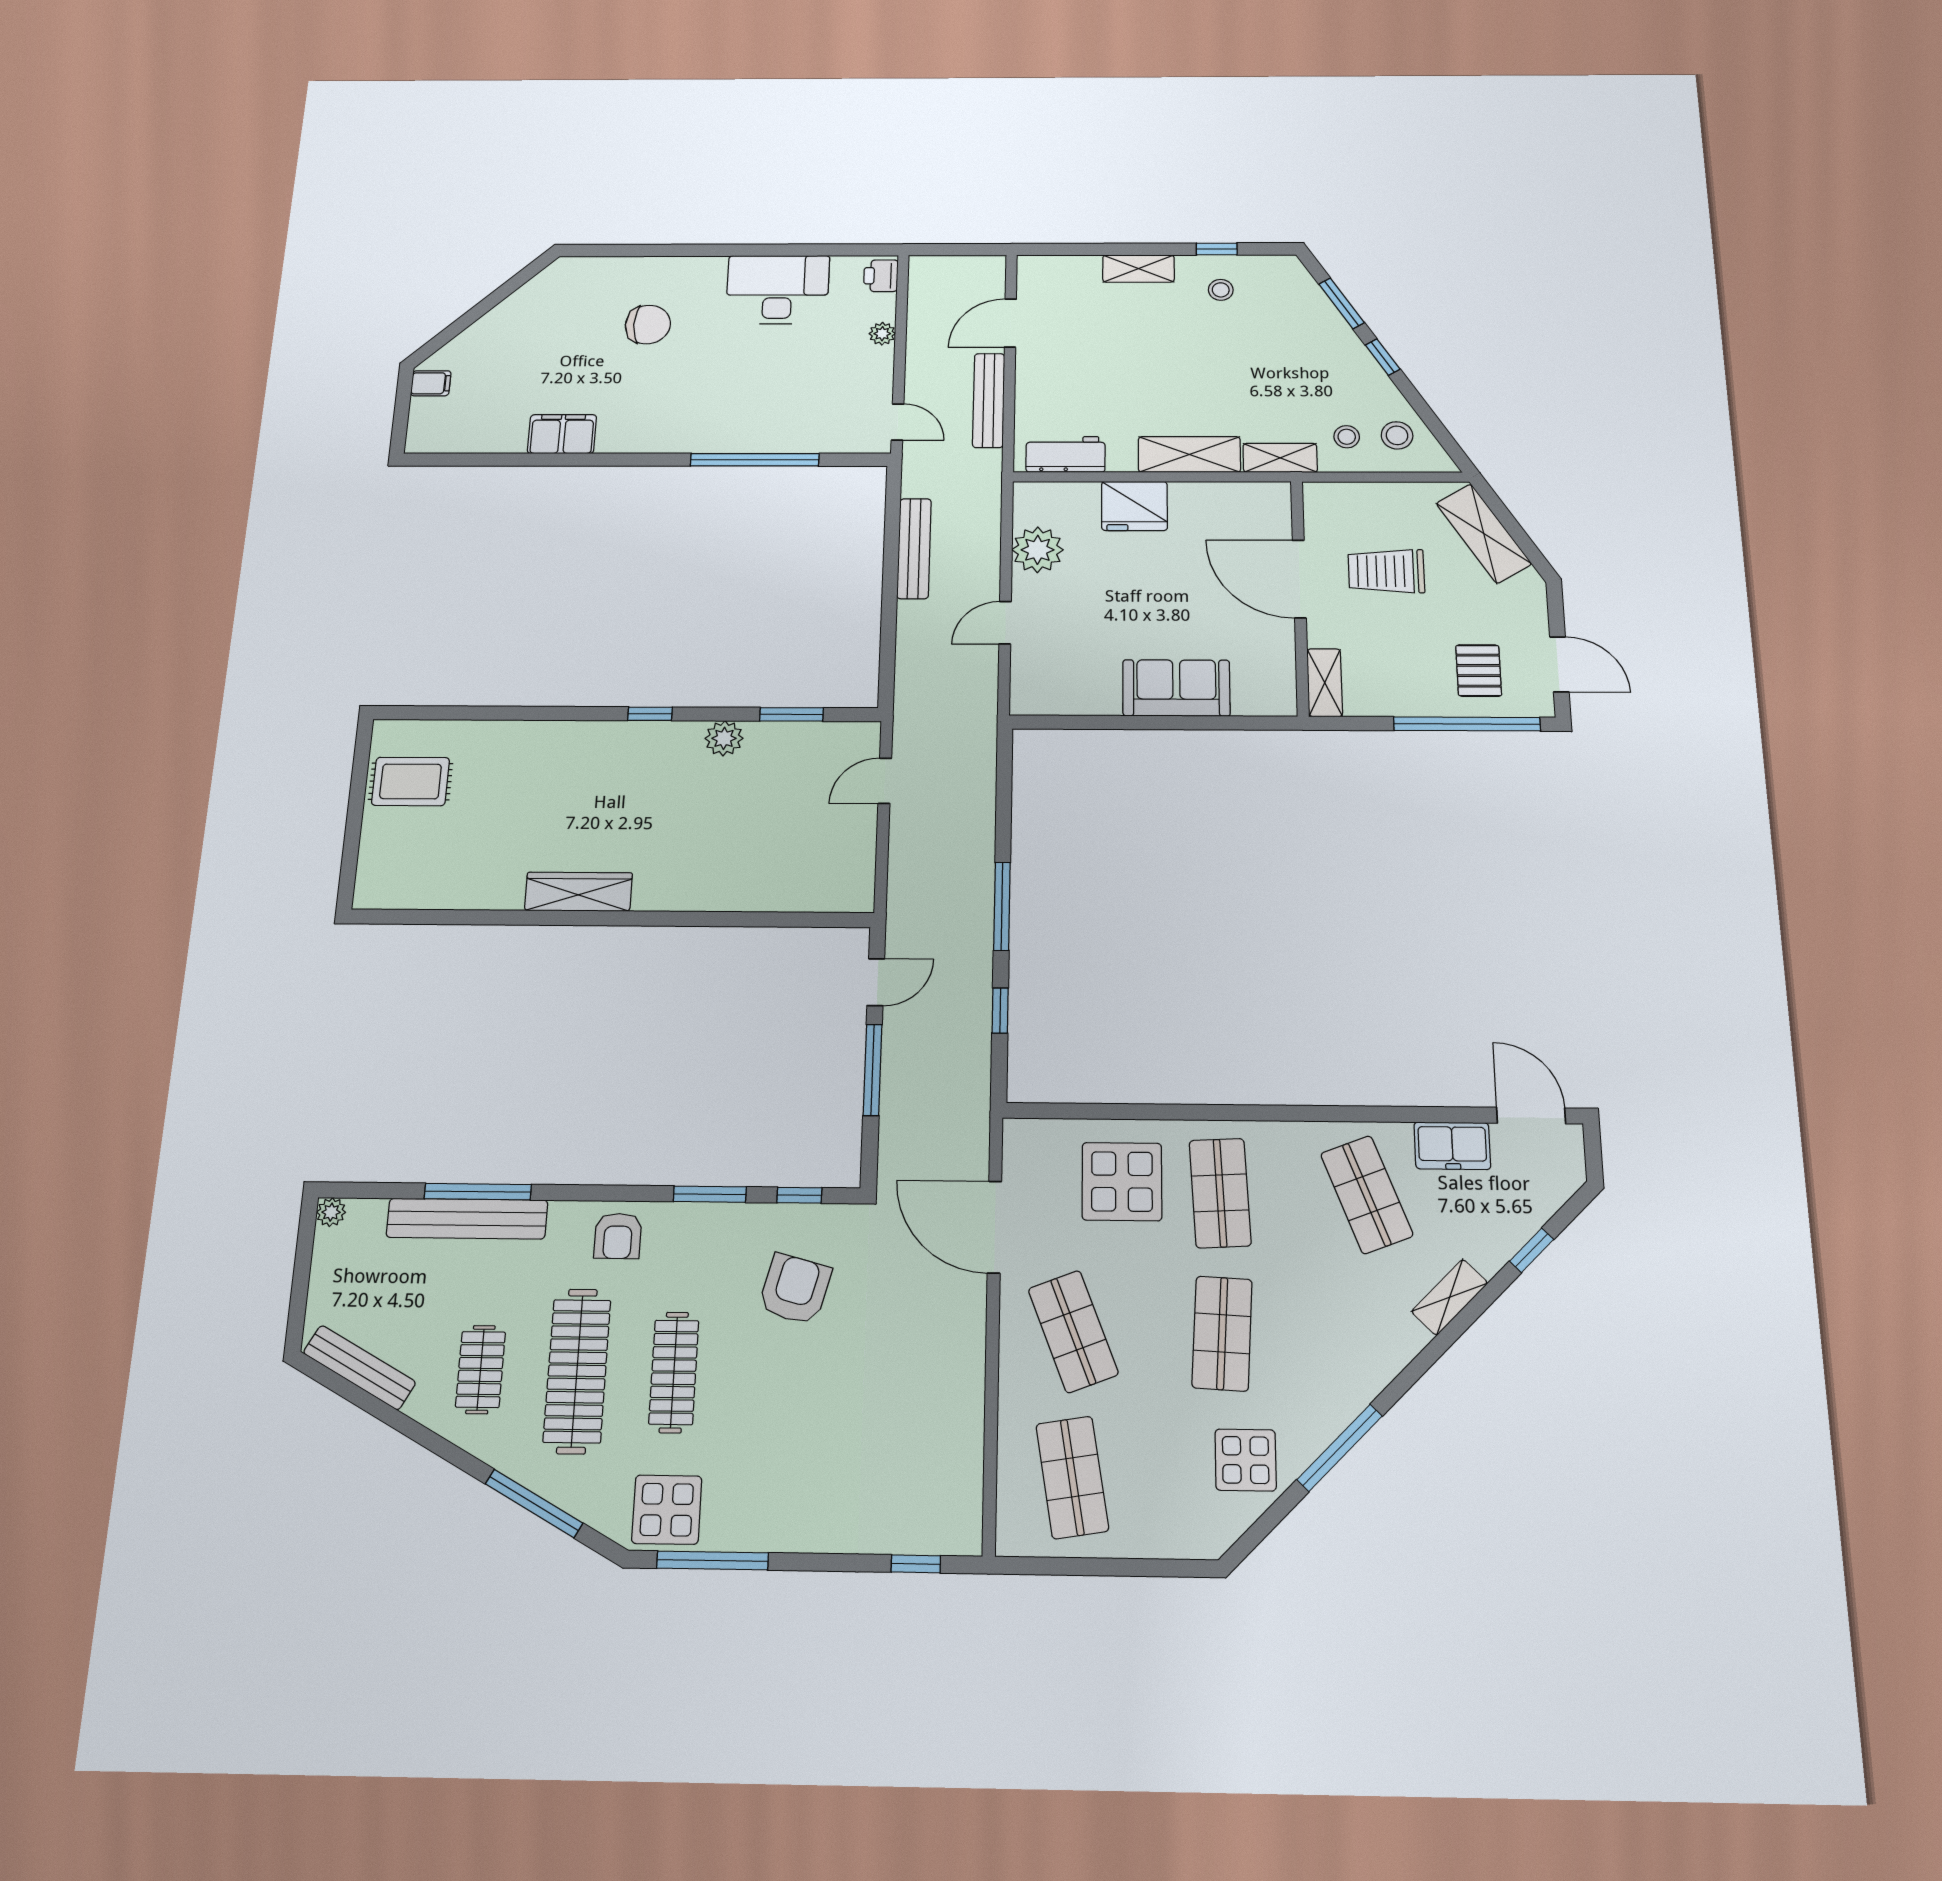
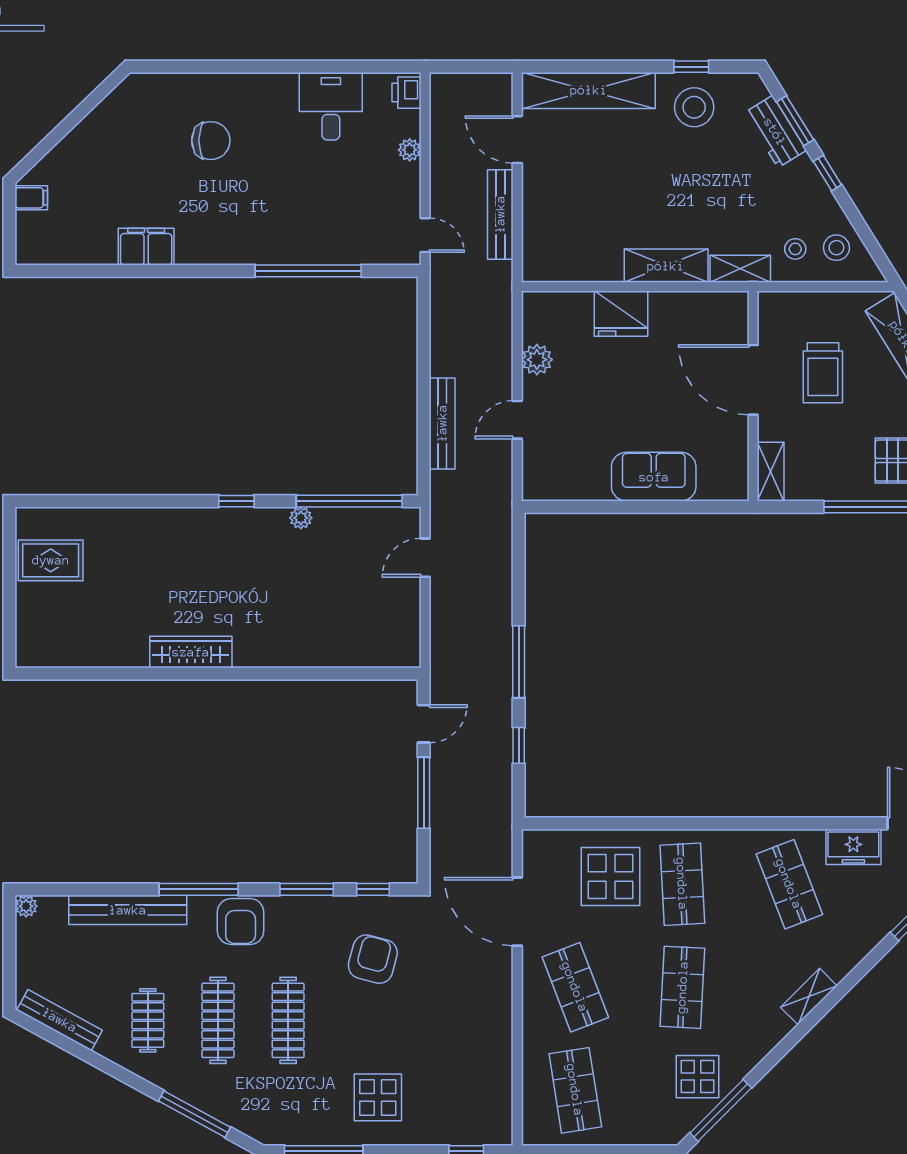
shelving: (1138, 269) -> (589, 90), width x2.20, depth x1.33
desk: (778, 290) -> (331, 106), width x0.73
stool: (1221, 290) -> (694, 107), width x1.89, depth x1.89
door: (1010, 323) -> (517, 140), hinge flipped
workbench: (1066, 454) -> (775, 132), moved, turned -122
bench: (914, 548) -> (442, 423), moved
plant: (1038, 550) -> (537, 360), width x0.73, depth x0.73
trolley: (1386, 571) -> (823, 373), turned -90
window: (792, 714) -> (349, 501), width x2.11
plant: (724, 738) -> (301, 518), width x0.73, depth x0.73
window: (478, 1192) -> (199, 889), moved
armchair: (618, 1236) -> (241, 921), width x1.38, depth x1.38
shelving: (1450, 1297) -> (809, 997), moved
clothes rail: (577, 1371) -> (218, 1020), width x0.73, depth x0.76
window: (1340, 1448) -> (721, 1110), moved
display table: (667, 1510) -> (378, 1097), moved

